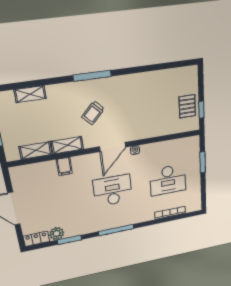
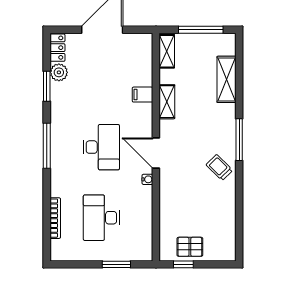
shelving: (30, 94) -> (227, 79), width x1.50, depth x1.33
trolley: (93, 113) -> (219, 168), moved
shelving: (36, 151) -> (167, 51), moved

